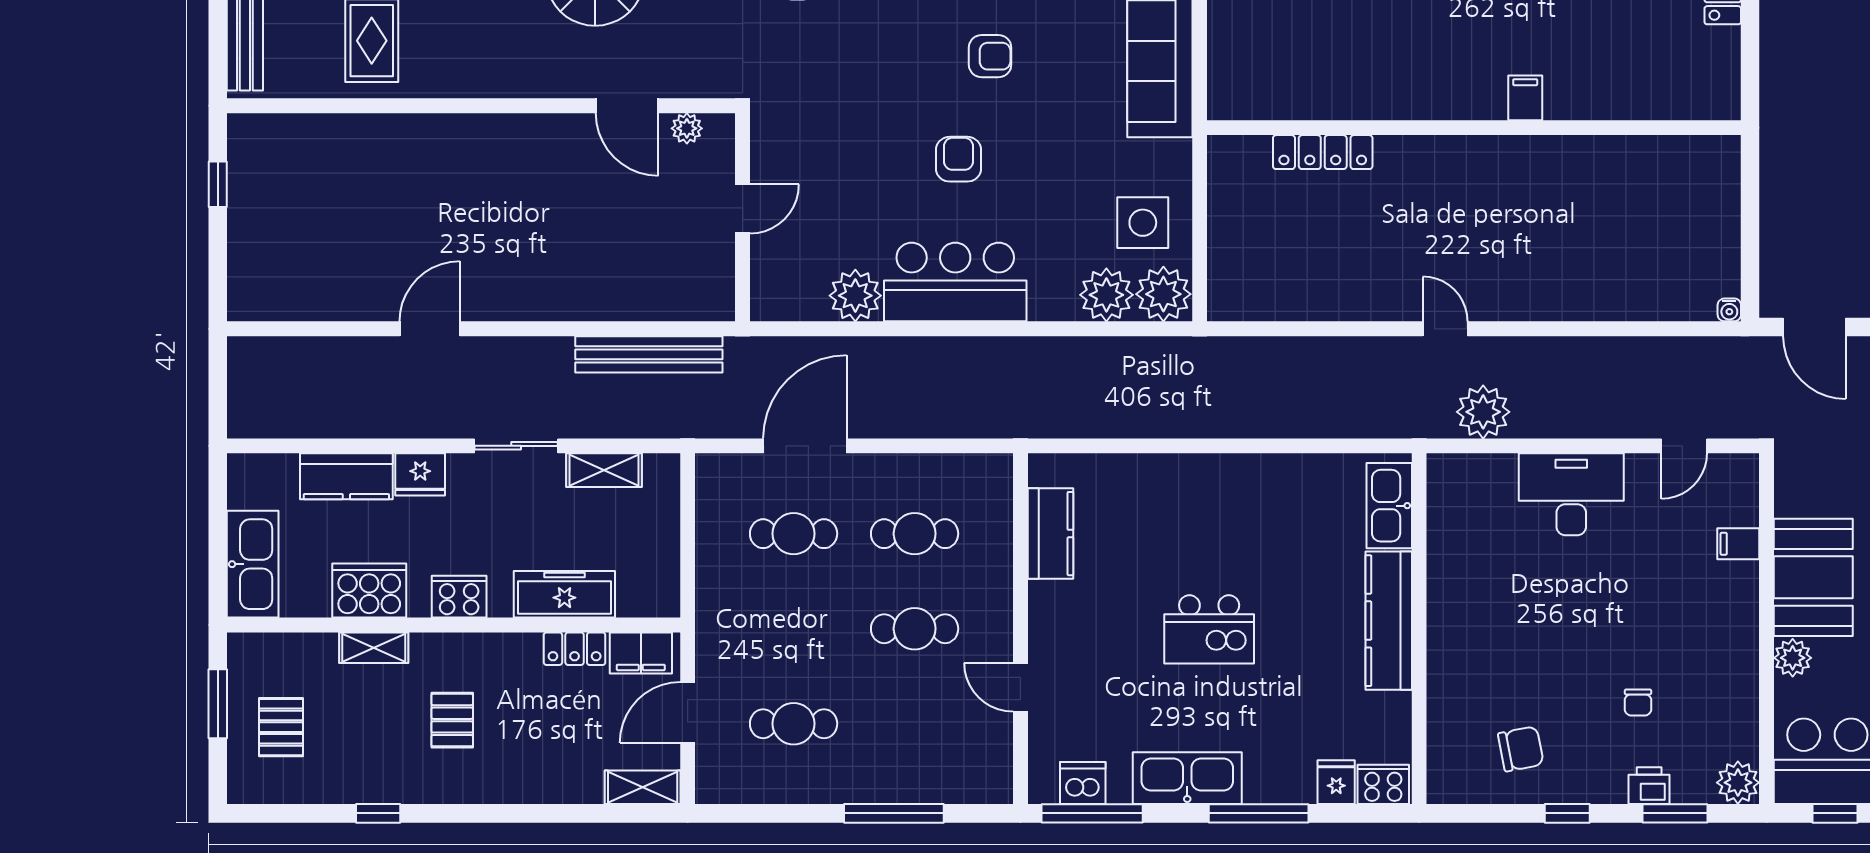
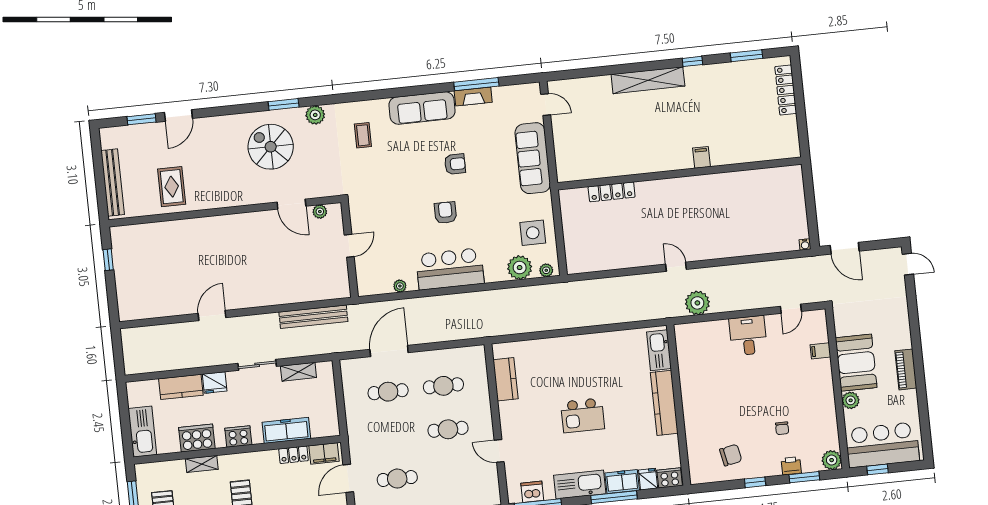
plant: (1163, 294) -> (546, 270), width x0.53, depth x0.53
plant: (855, 296) -> (400, 286), width x0.53, depth x0.53
desk: (1571, 494) -> (748, 336), width x0.73
freezer: (1280, 781) -> (622, 482), added

